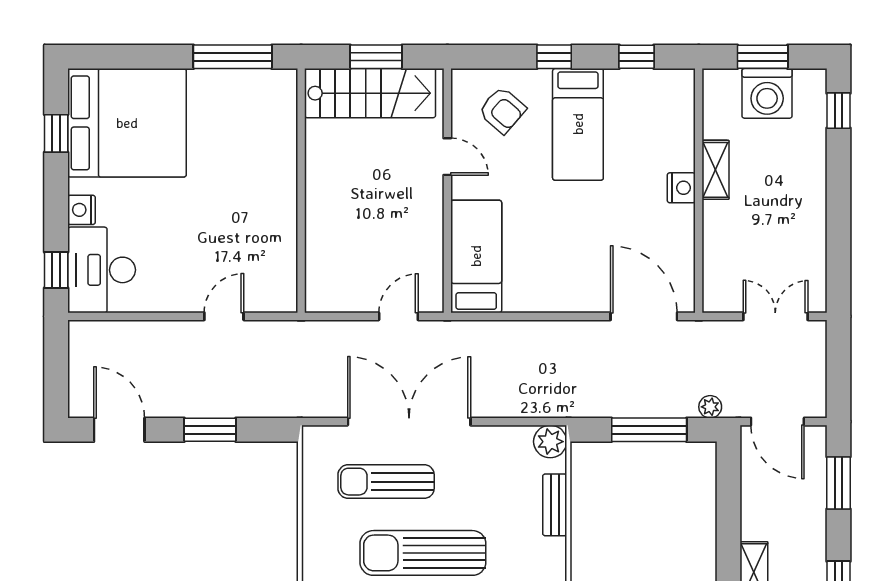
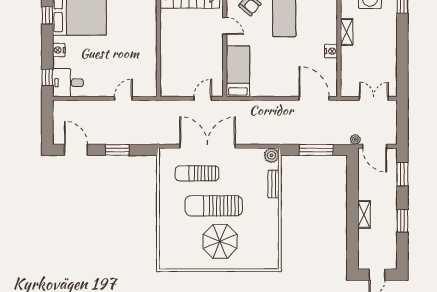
nightstand: (681, 188) -> (331, 51), moved
desk: (102, 270) -> (68, 83), width x0.73
plant: (710, 407) -> (355, 139), moved

